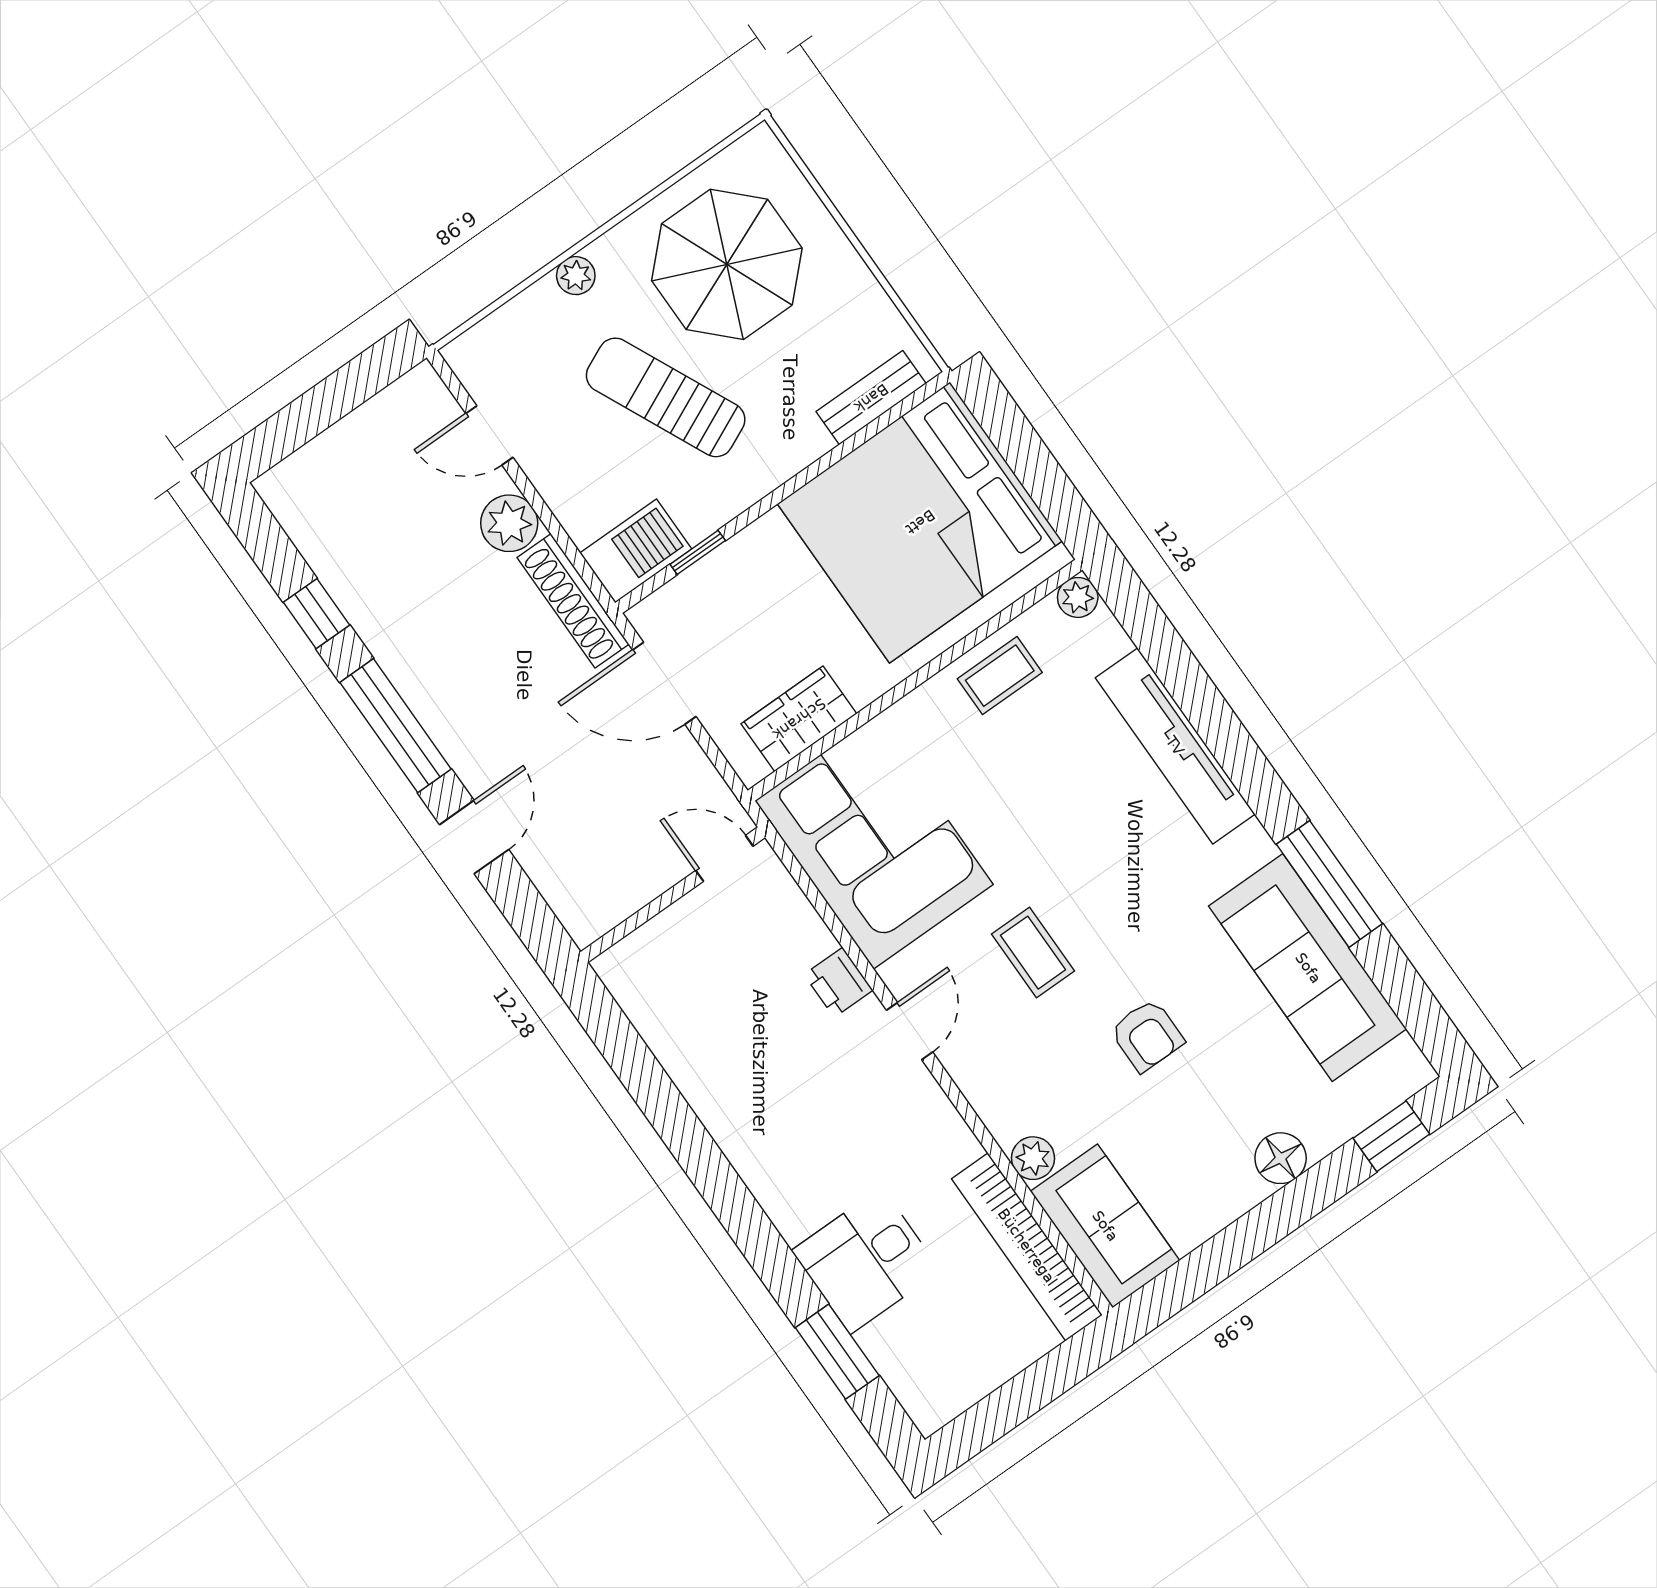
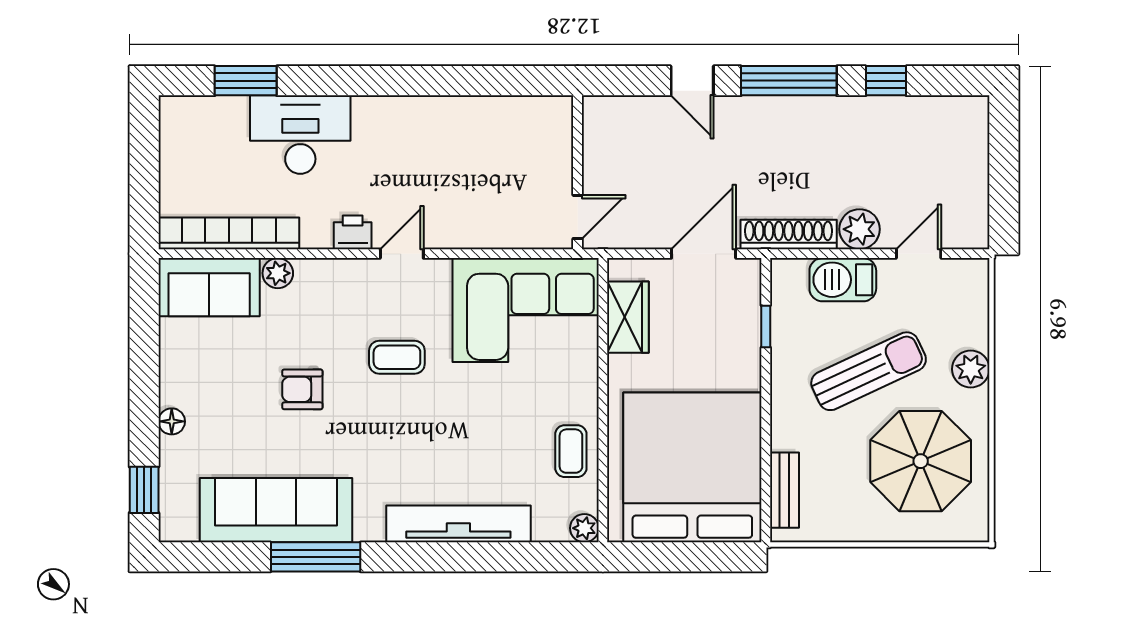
plant: (576, 276) -> (971, 369), width x1.38, depth x1.38
barbecue: (636, 551) -> (843, 280), moved, turned 90
printer: (838, 982) -> (353, 232), moved
door: (910, 1031) -> (402, 254), swing flipped
floor lamp: (1281, 1158) -> (172, 421), width x0.73, depth x0.73
desk: (866, 1261) -> (300, 135), width x1.37

